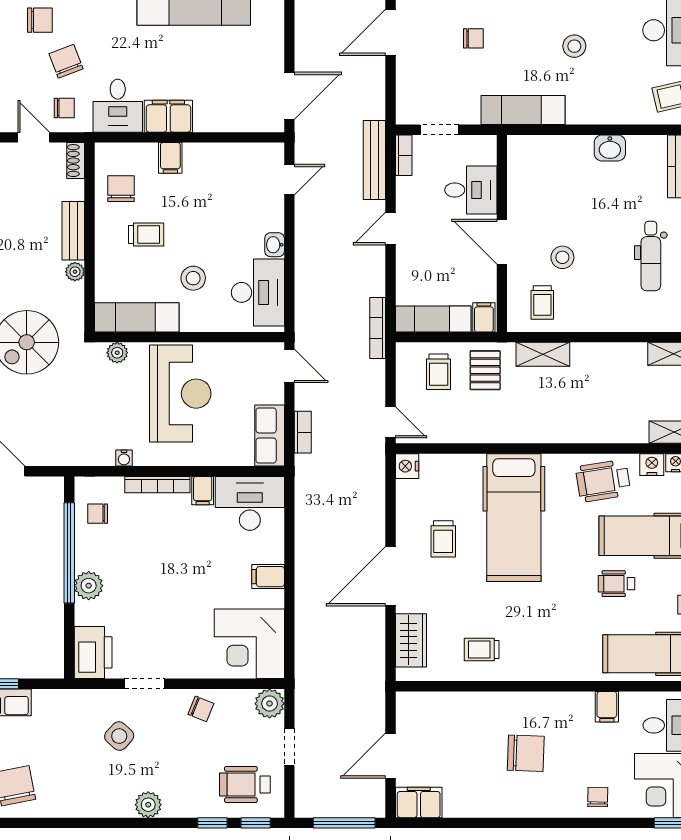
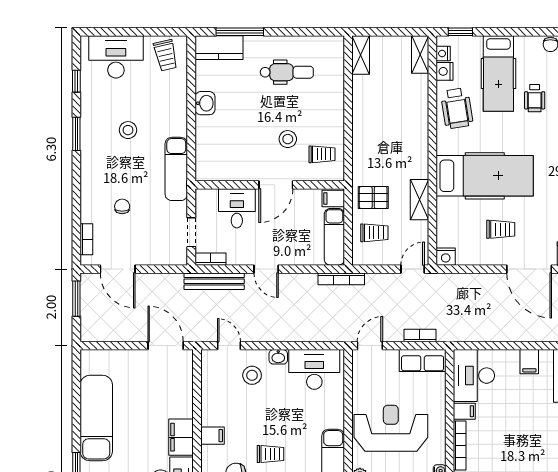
trolley: (146, 234) -> (270, 454), turned 90
stool: (193, 278) -> (252, 375), moved
shelving: (543, 354) -> (419, 200), moved

